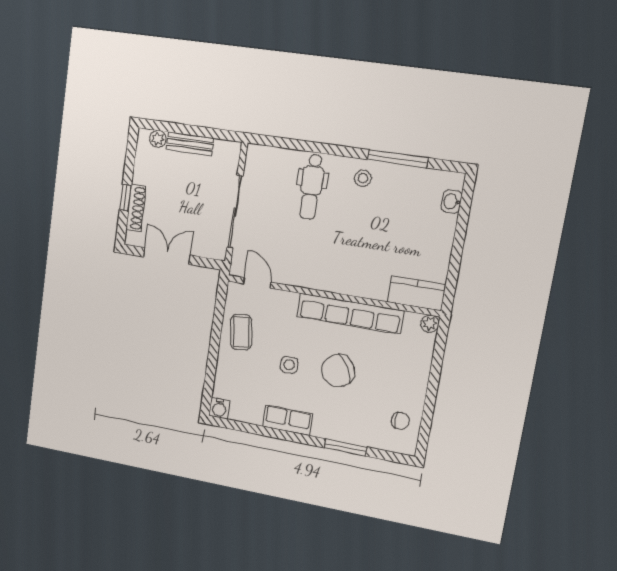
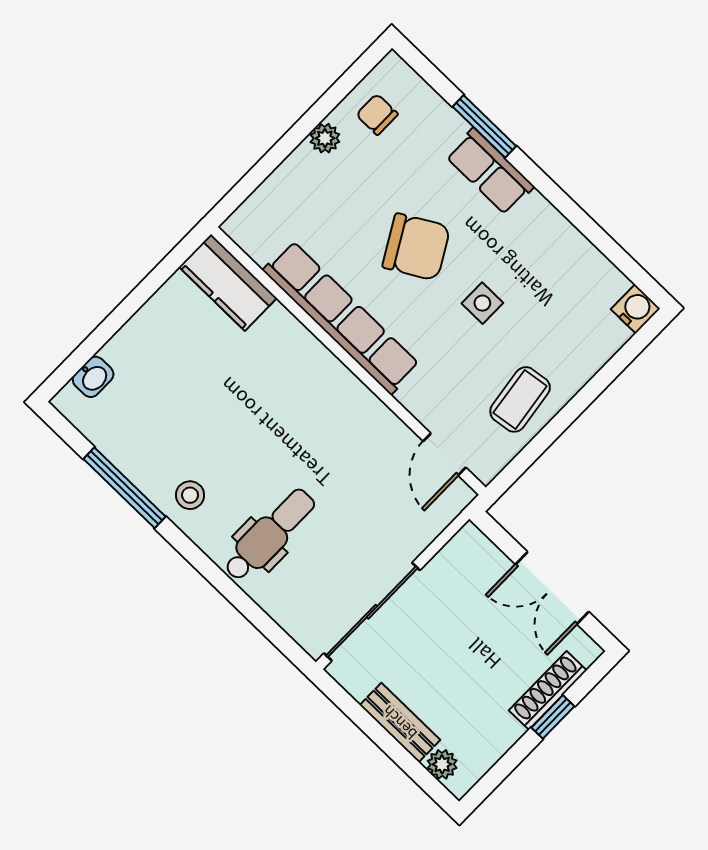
sliding door: (235, 212) -> (372, 612), moved
plant: (430, 324) -> (325, 138), moved
row of seats: (288, 420) -> (490, 171), moved

